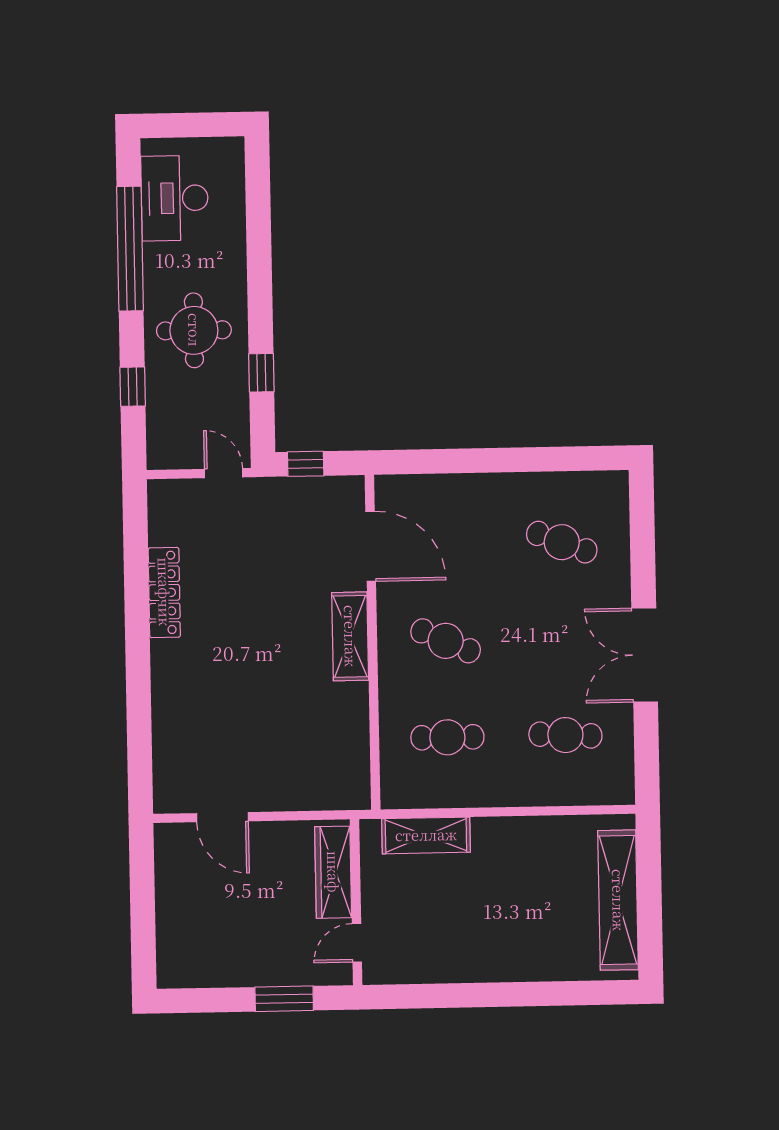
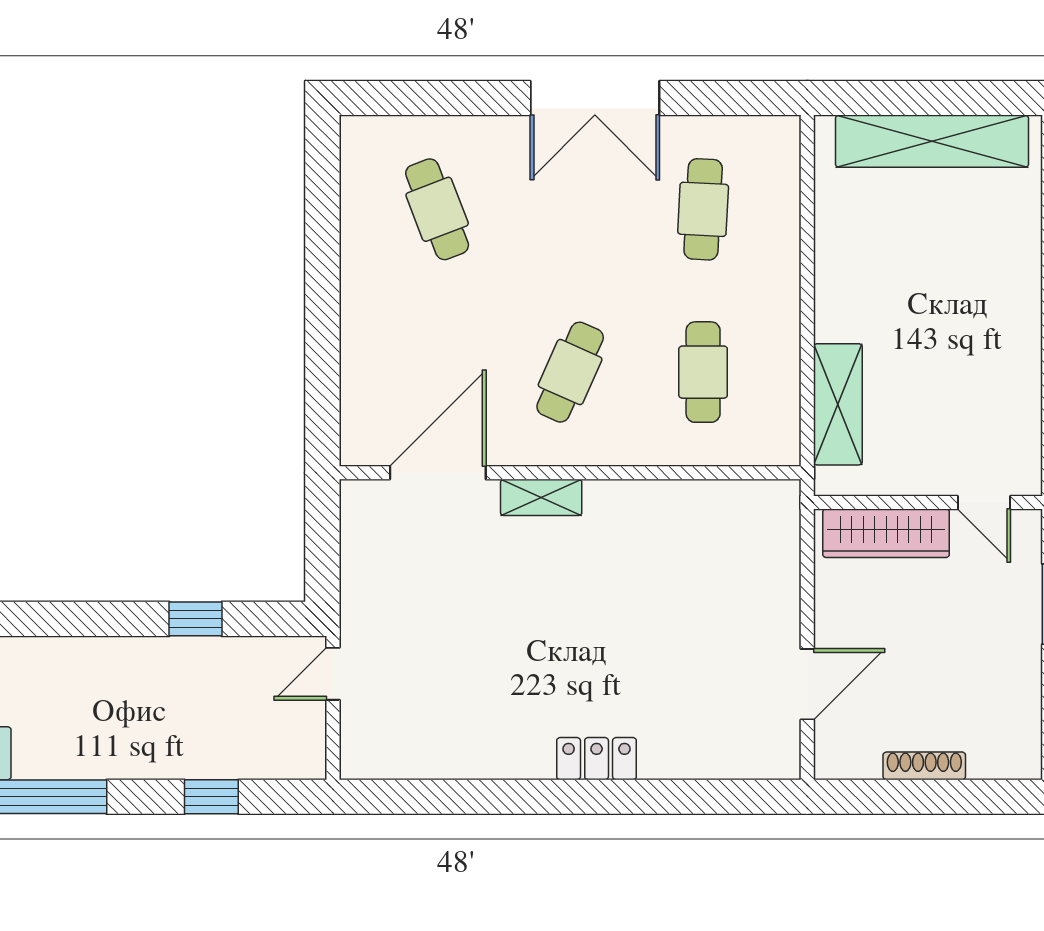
round table: (194, 330) -> (135, 711), removed
window: (306, 464) -> (322, 560), removed
cafe table: (562, 542) -> (437, 209), turned -42
locker: (164, 592) -> (597, 759), moved, width x0.66
shelving: (350, 636) -> (541, 497), width x0.67, depth x0.75
shoe rack: (165, 903) -> (924, 766), added

